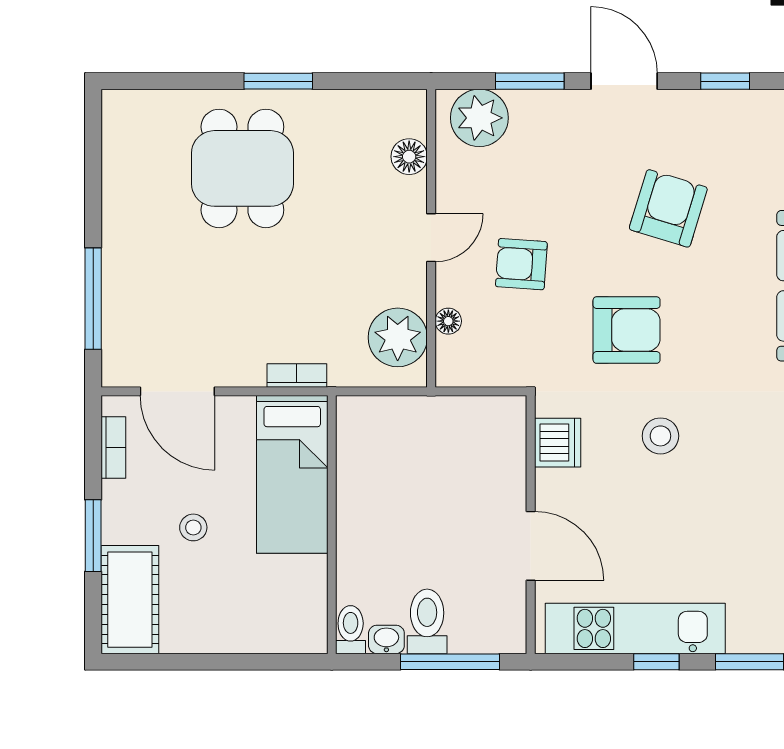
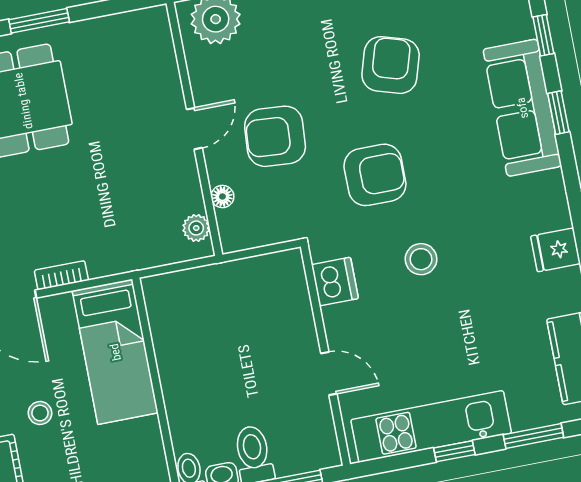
floor lamp: (409, 157) -> (162, 63), removed
armchair: (521, 264) -> (275, 136), width x1.38, depth x1.38
plant: (398, 337) -> (196, 228), width x0.53, depth x0.53
bookcase: (297, 375) -> (61, 275), moved
door: (531, 546) -> (329, 373), width x0.73

